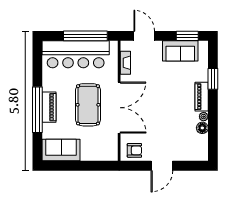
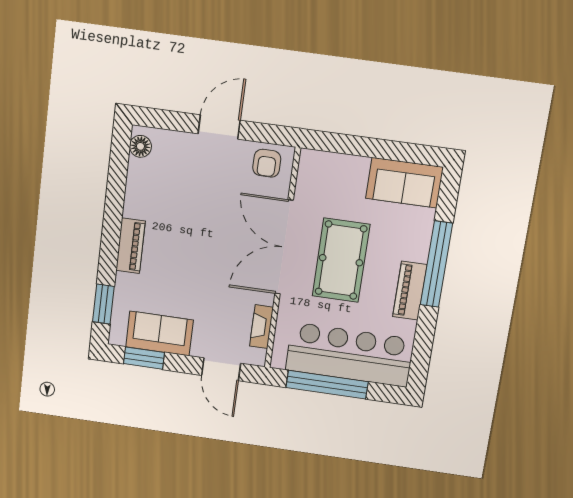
window: (213, 79) -> (103, 304), moved
piano: (49, 107) -> (410, 291), moved
plant: (204, 117) -> (131, 209), removed
floor lamp: (202, 128) -> (140, 146), moved
armchair: (134, 150) -> (267, 163), turned -90

